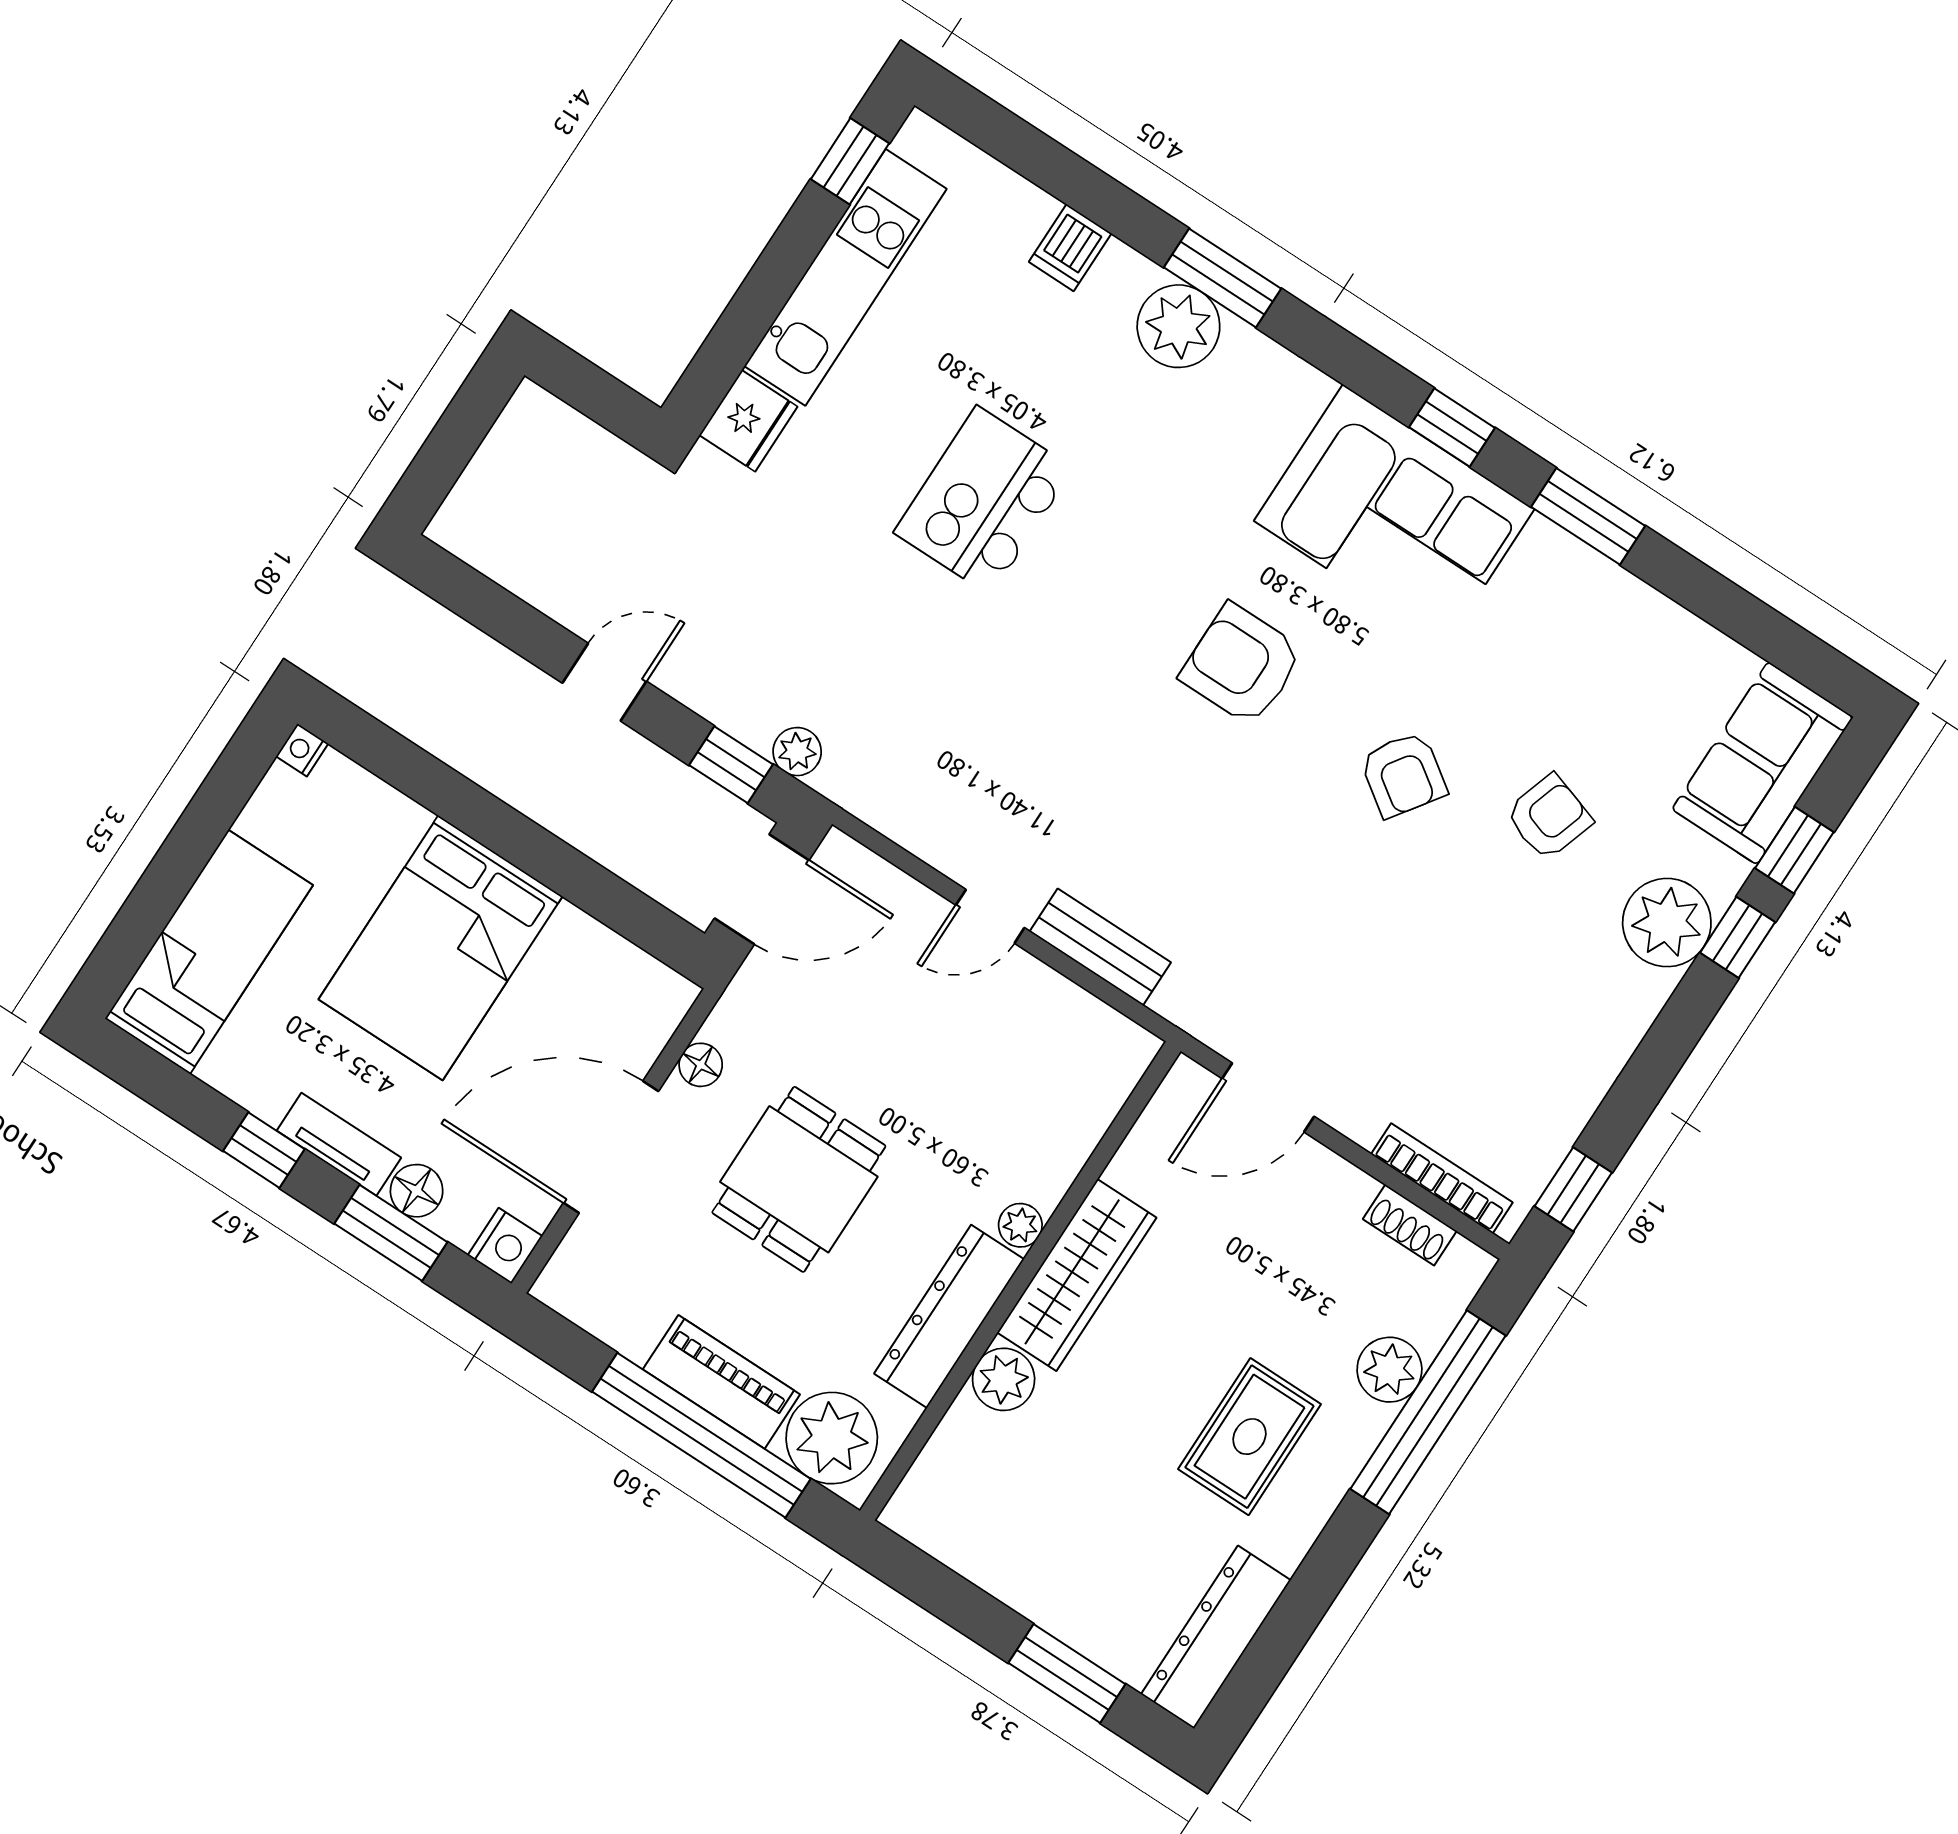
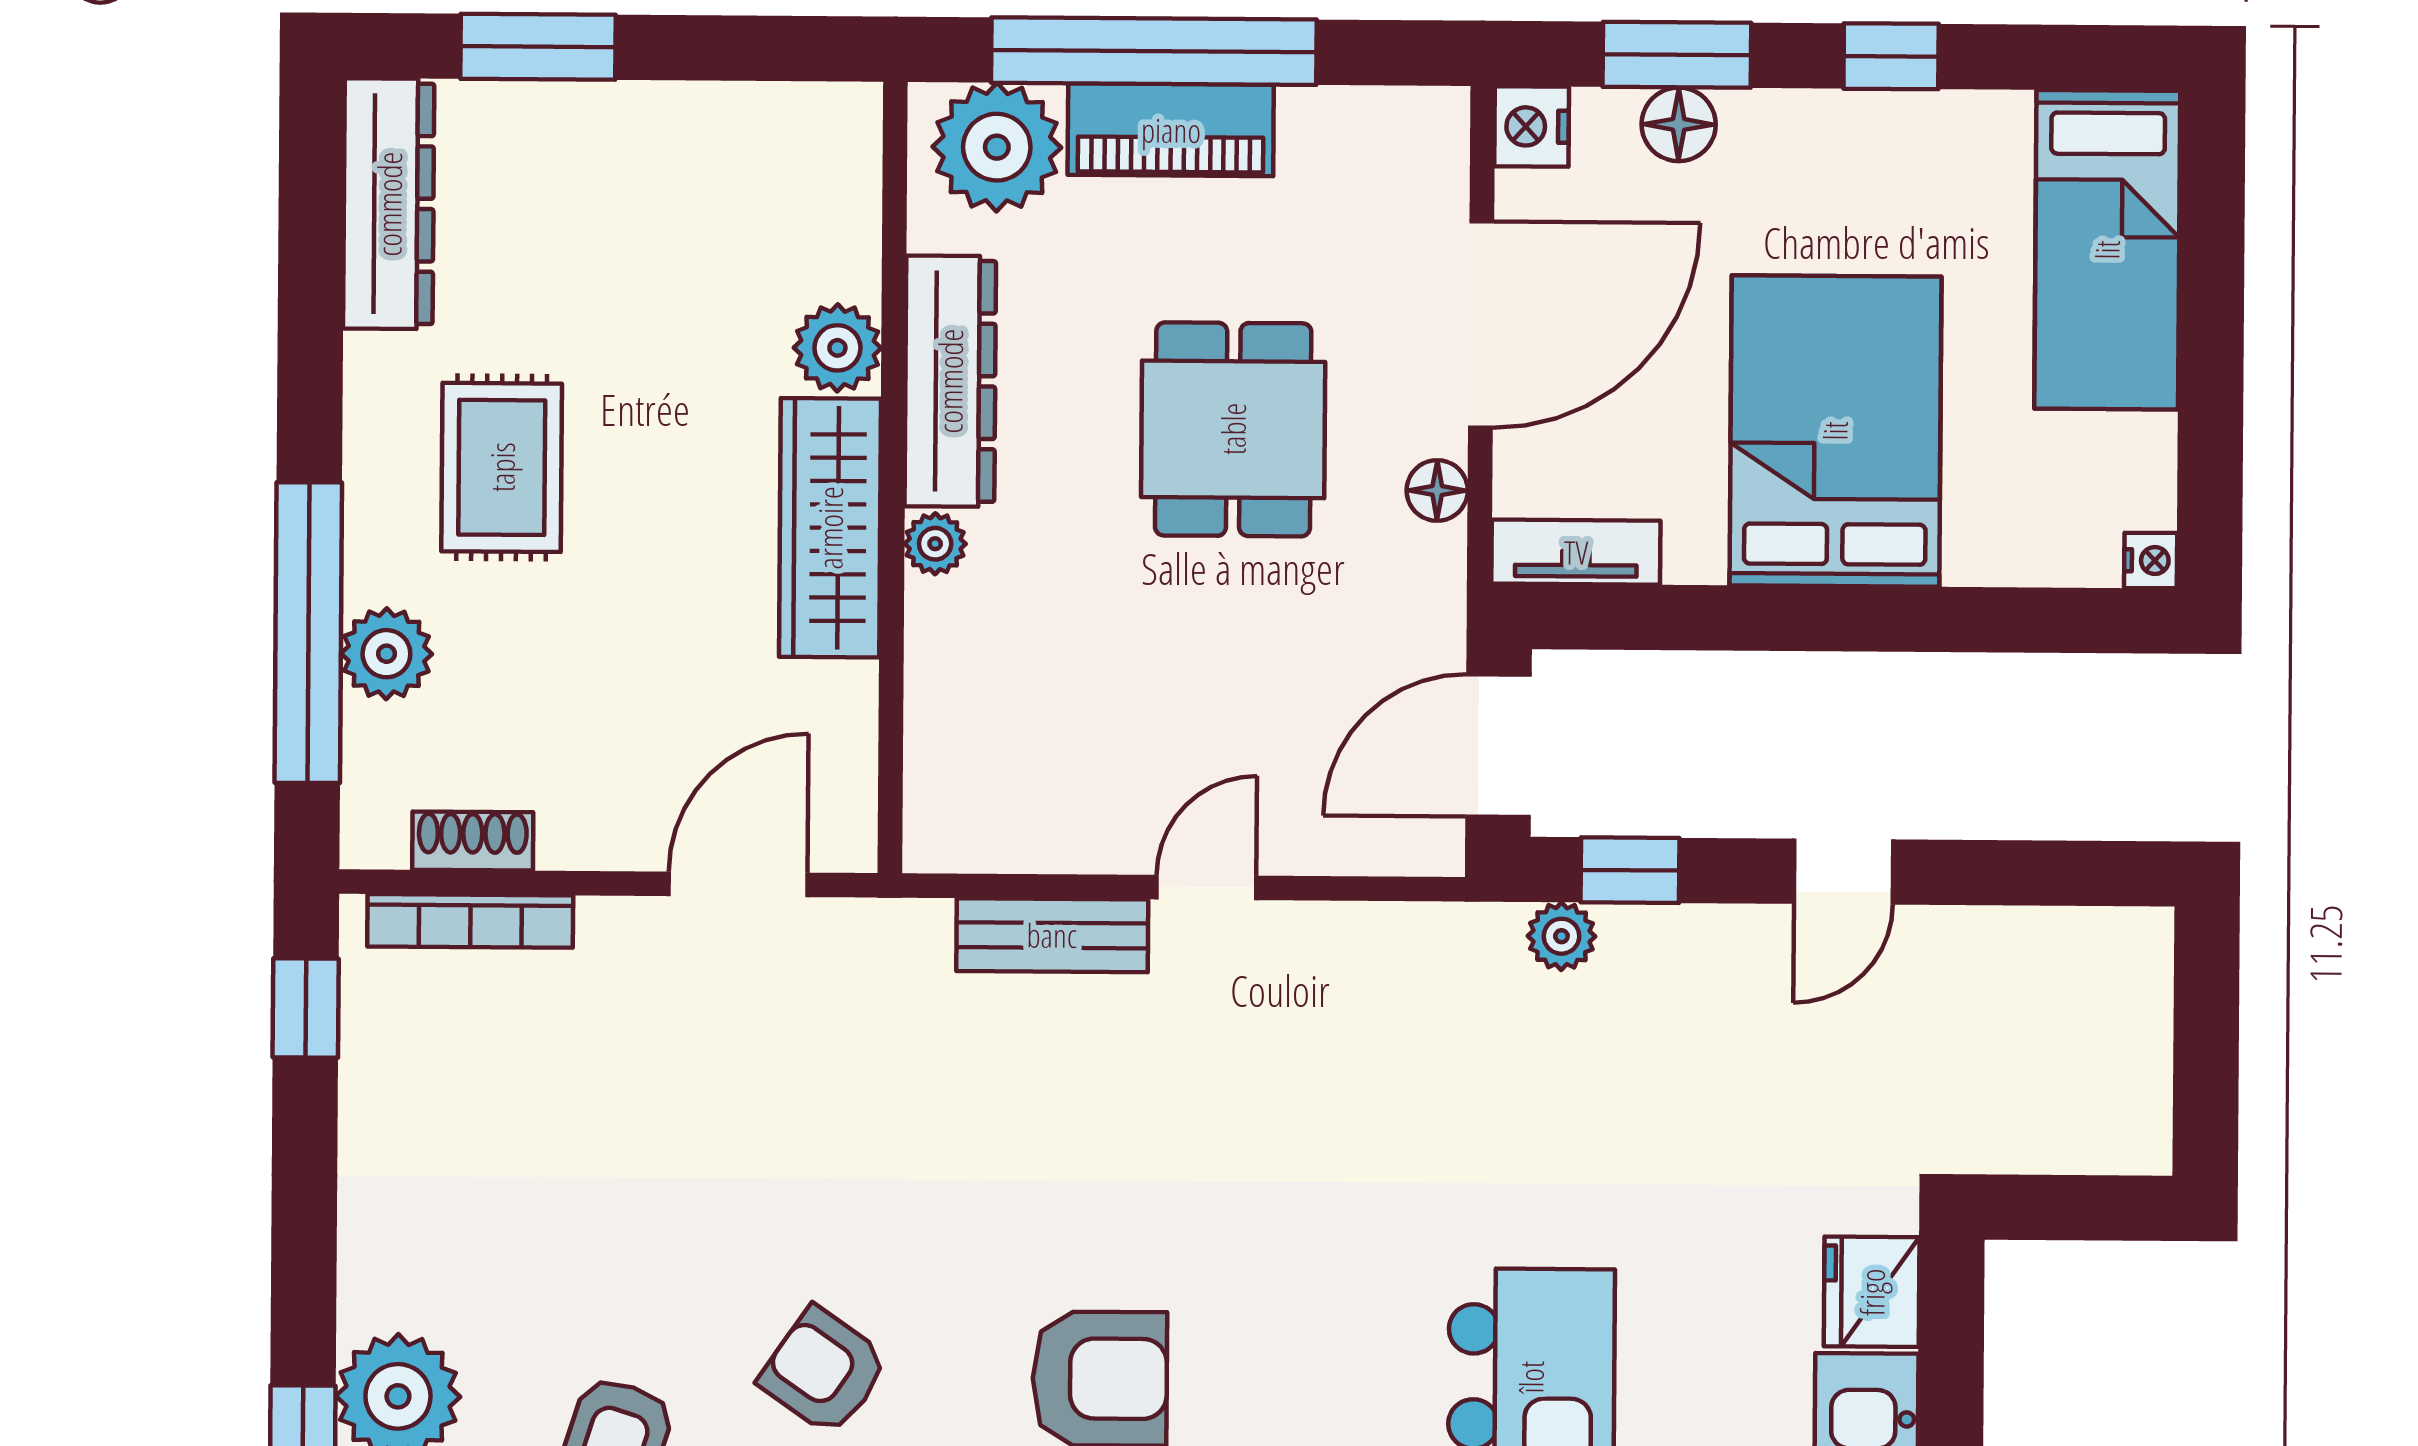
tv unit: (339, 1144) -> (1576, 552), moved, turned 180

